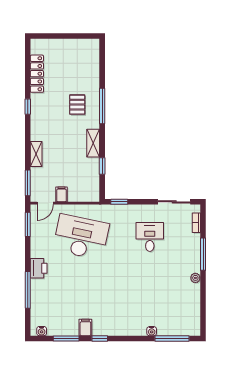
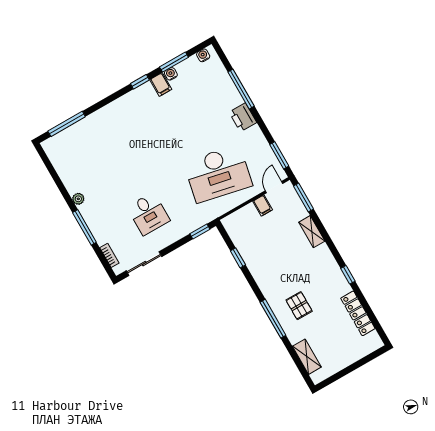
shelving: (93, 143) -> (307, 357), moved
water cooler: (152, 331) -> (171, 74), moved

